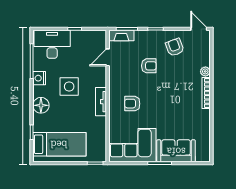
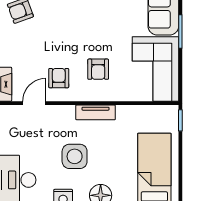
door: (108, 57) -> (34, 103), swing flipped
armchair: (149, 66) -> (59, 78), moved

